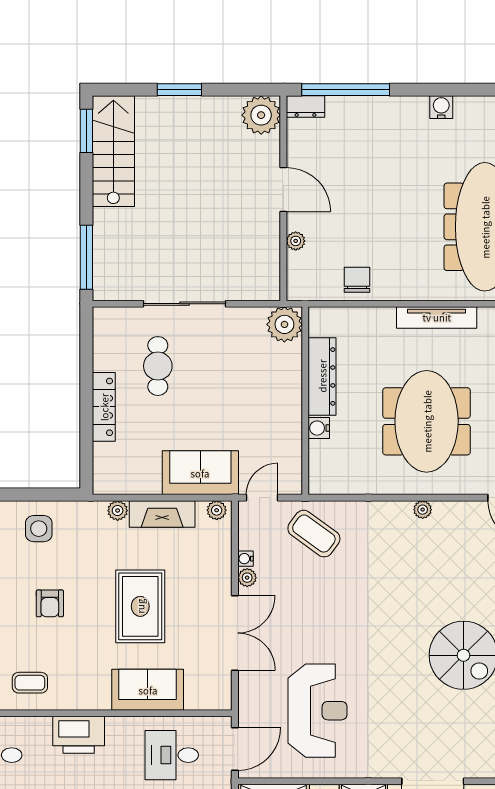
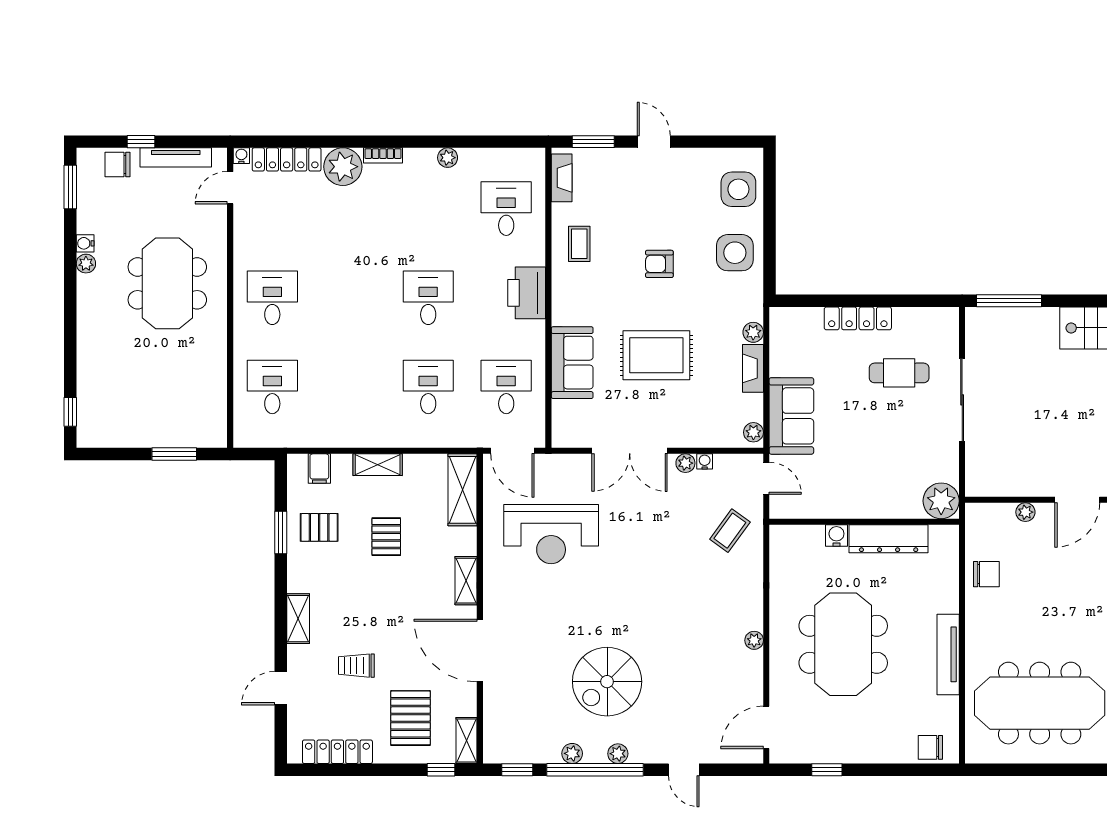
meeting table: (427, 421) -> (843, 644), turned 90
fireplace: (162, 514) -> (753, 368), width x0.73, depth x0.76
side table: (39, 529) -> (735, 253), width x1.37, depth x1.37
coffee table: (314, 534) -> (730, 531), width x0.73, depth x0.77

